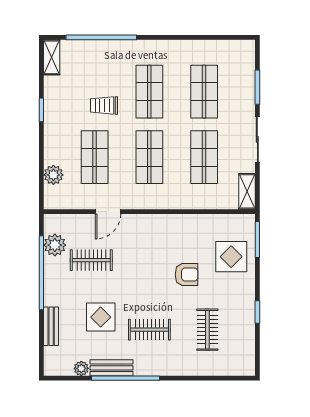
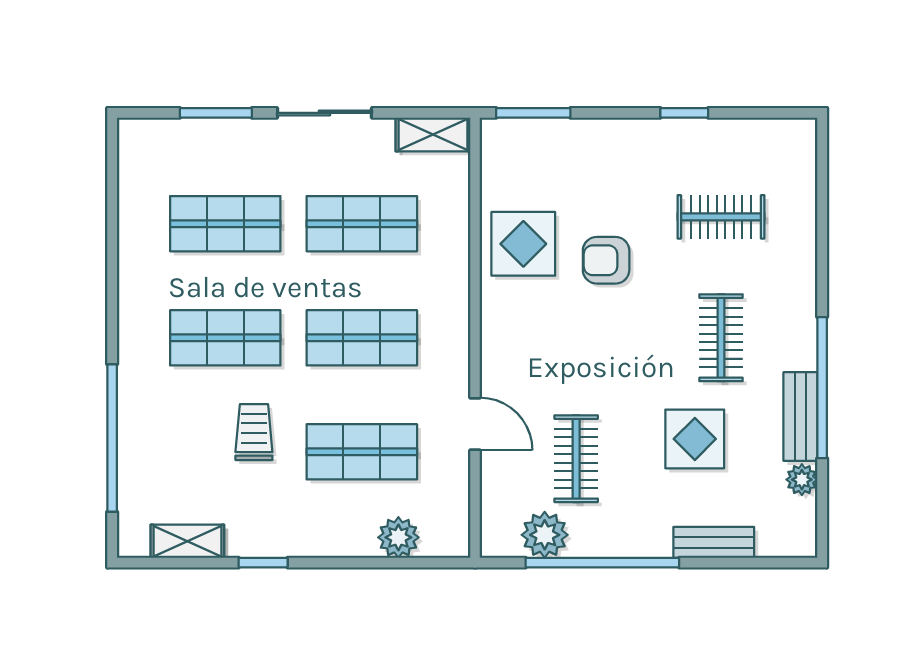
shelving: (52, 57) -> (187, 541), moved
trolley: (104, 105) -> (254, 432), turned 180
display table: (231, 257) -> (523, 244), moved
armchair: (187, 275) -> (606, 260), turned -90

